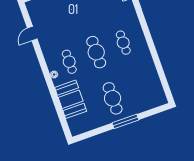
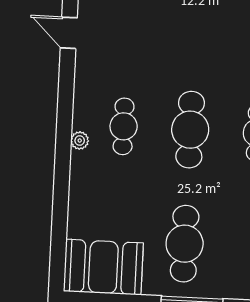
door: (32, 33) -> (69, 33), hinge flipped
booth: (71, 99) -> (103, 267), moved, turned 90

